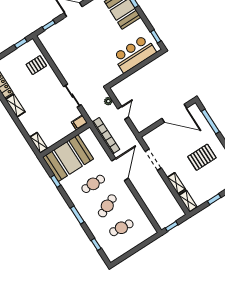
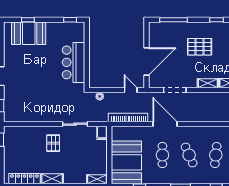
bar counter: (134, 54) -> (74, 62), moved
pallet: (36, 65) -> (53, 143), moved
door: (123, 113) -> (131, 90), moved
door: (174, 113) -> (146, 61), moved
pallet: (202, 157) -> (200, 47), turned 90

